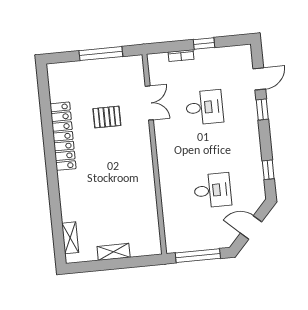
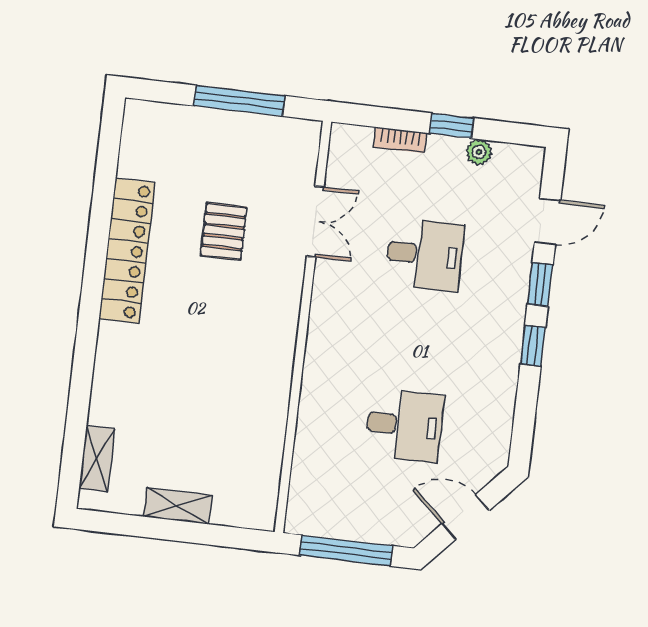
plant: (220, 53) -> (479, 152), added
pallet: (107, 117) -> (224, 231), turned 90
window: (268, 170) -> (533, 346), moved

